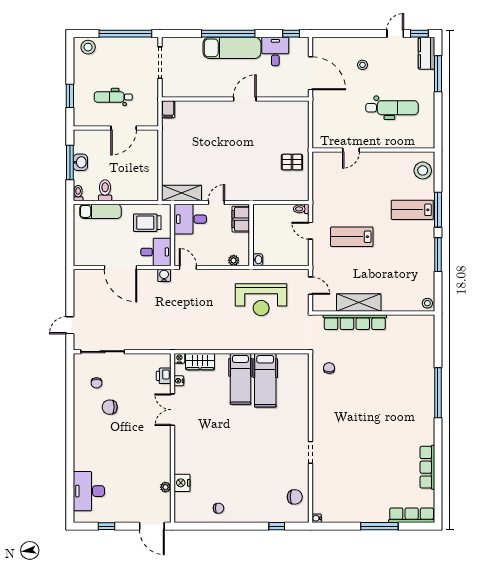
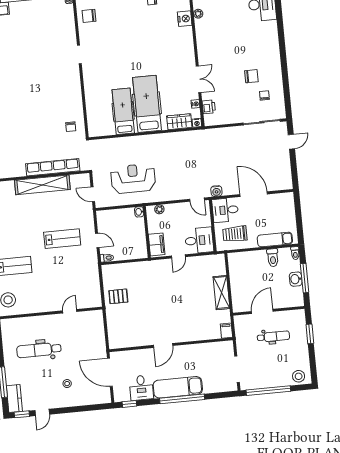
shelving: (182, 193) -> (221, 293), moved, turned 90
trolley: (147, 223) -> (235, 234), turned 180
shelving: (359, 303) -> (42, 185), width x1.47
hospital bed: (240, 379) -> (147, 104), width x1.37, depth x1.29

